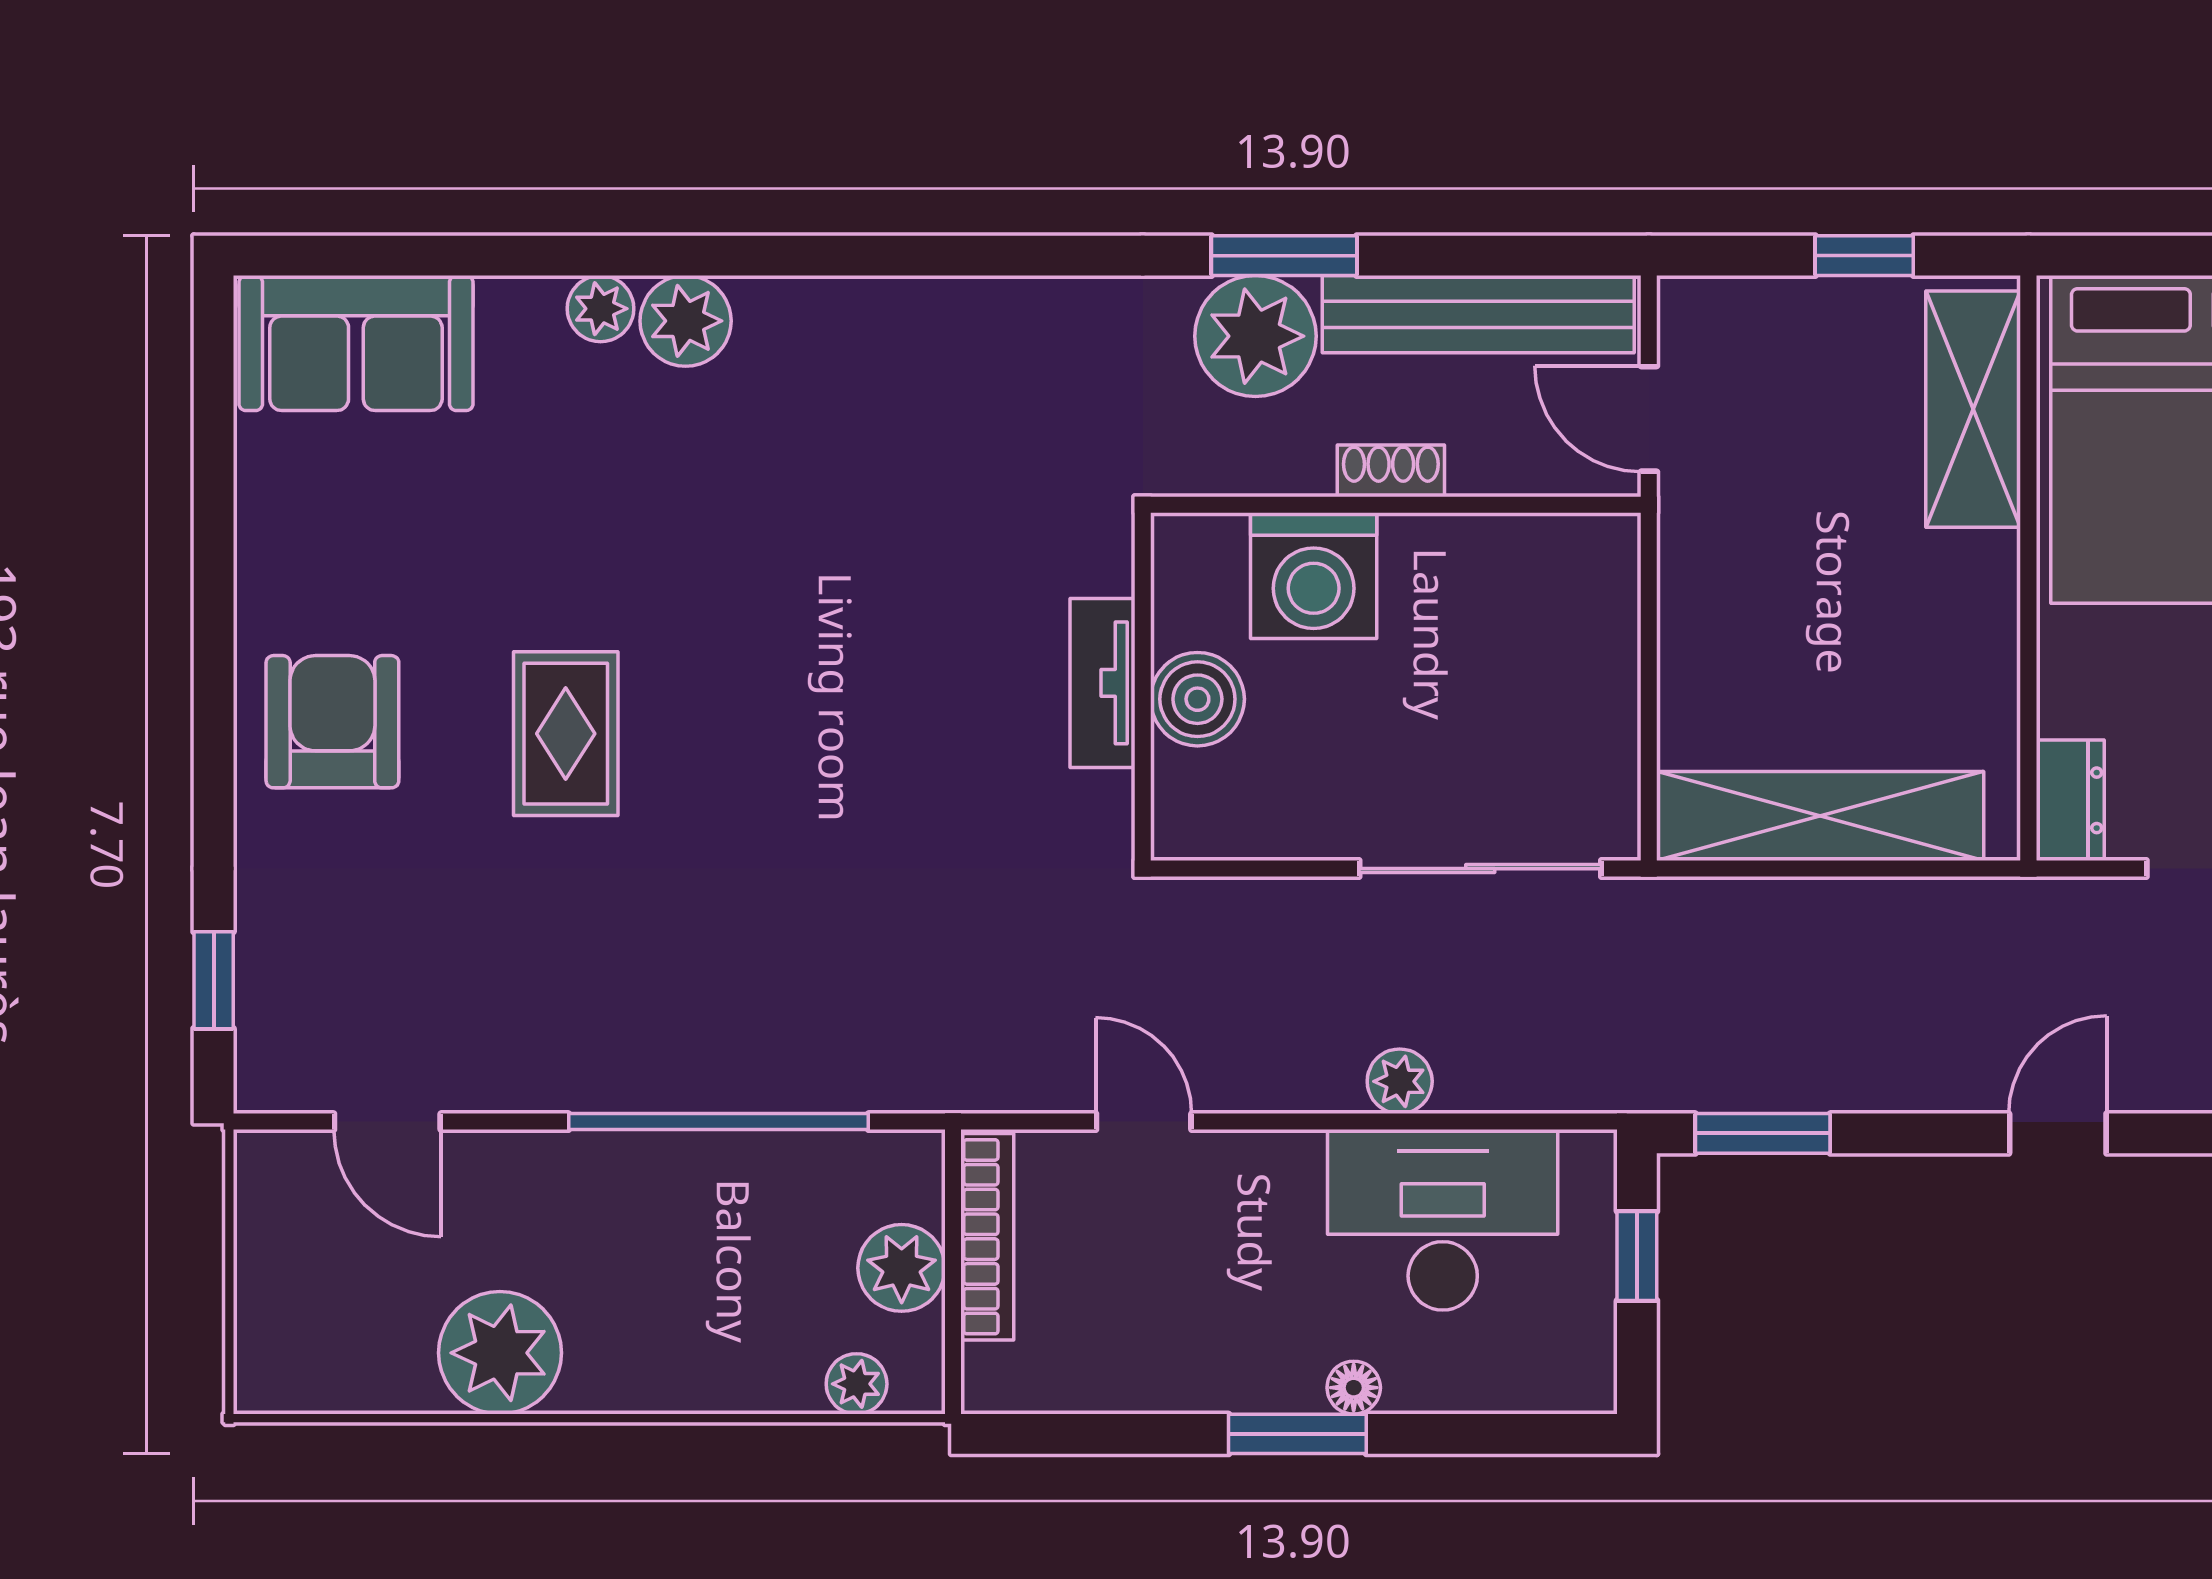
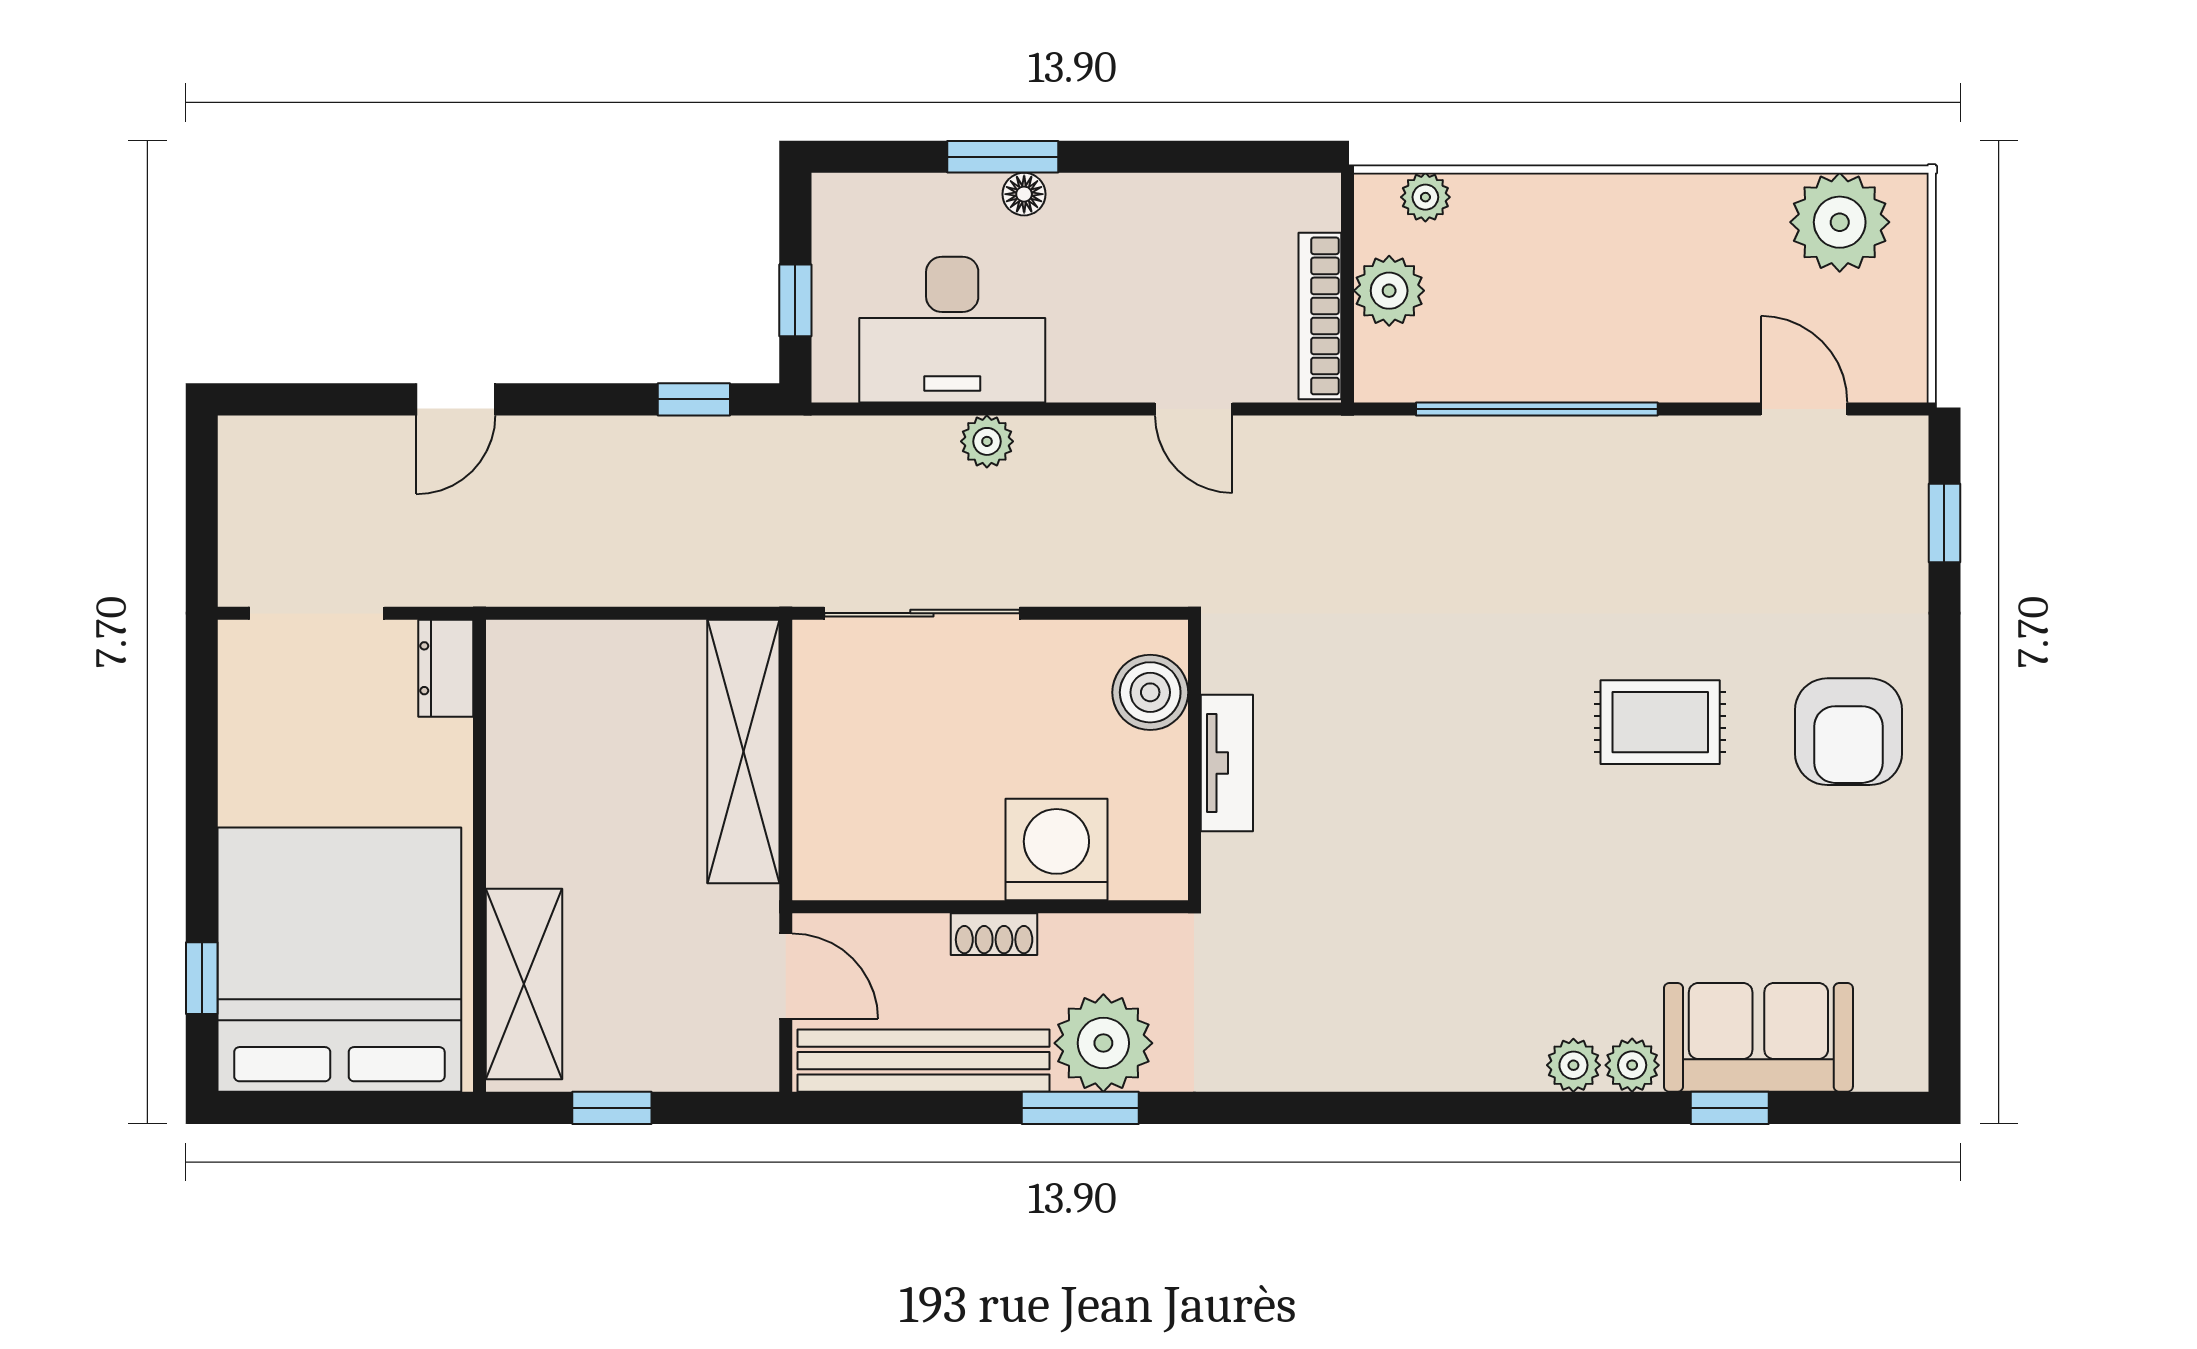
window: (479, 256) -> (1730, 1108), added
plant: (686, 321) -> (1573, 1065), width x0.73, depth x0.73
sofa: (356, 343) -> (1758, 1037), moved
boiler: (1197, 699) -> (1150, 692), moved
rug: (566, 734) -> (1660, 722), turned 90
shelving: (1820, 816) -> (743, 751), moved, turned 90
window: (1763, 1133) -> (694, 399), width x0.67
plant: (500, 1353) -> (1840, 222), moved
window: (1297, 1434) -> (1003, 157), moved

